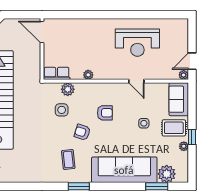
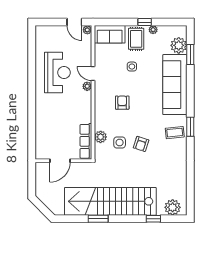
door: (42, 32) -> (60, 161), moved
row of seats: (57, 73) -> (86, 141), width x1.48
plant: (88, 75) -> (87, 86), moved
door: (136, 81) -> (93, 73), swing flipped
armchair: (82, 132) -> (141, 144), moved
coffee table: (68, 160) -> (175, 133), moved

